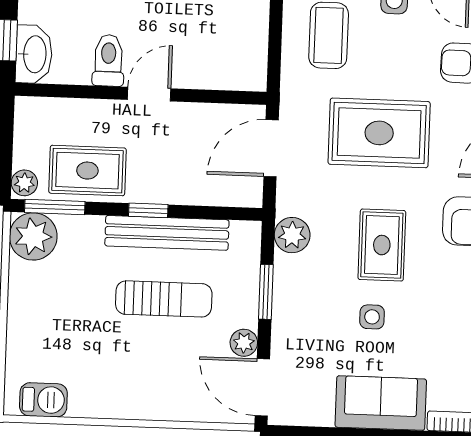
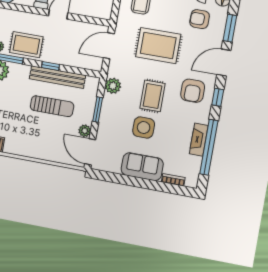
side table: (372, 317) -> (144, 128), width x1.87, depth x1.87

